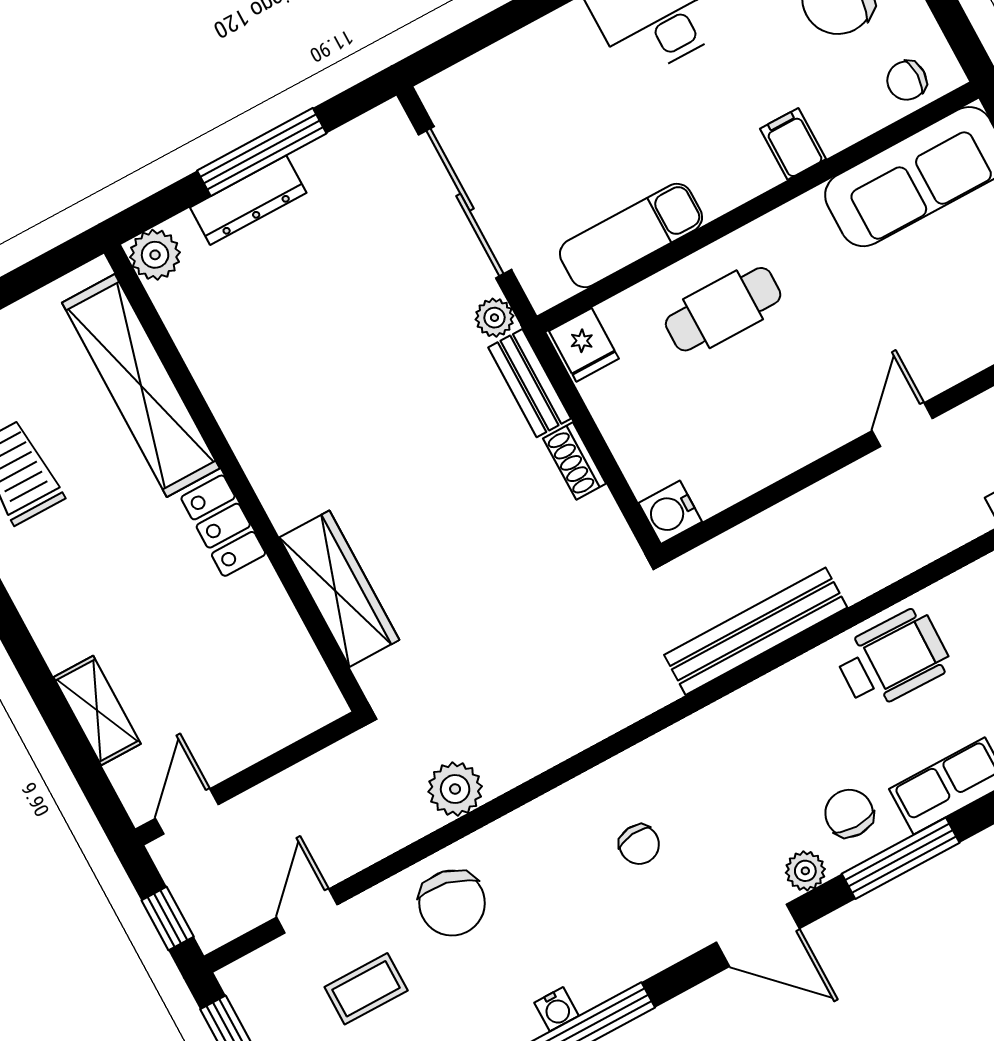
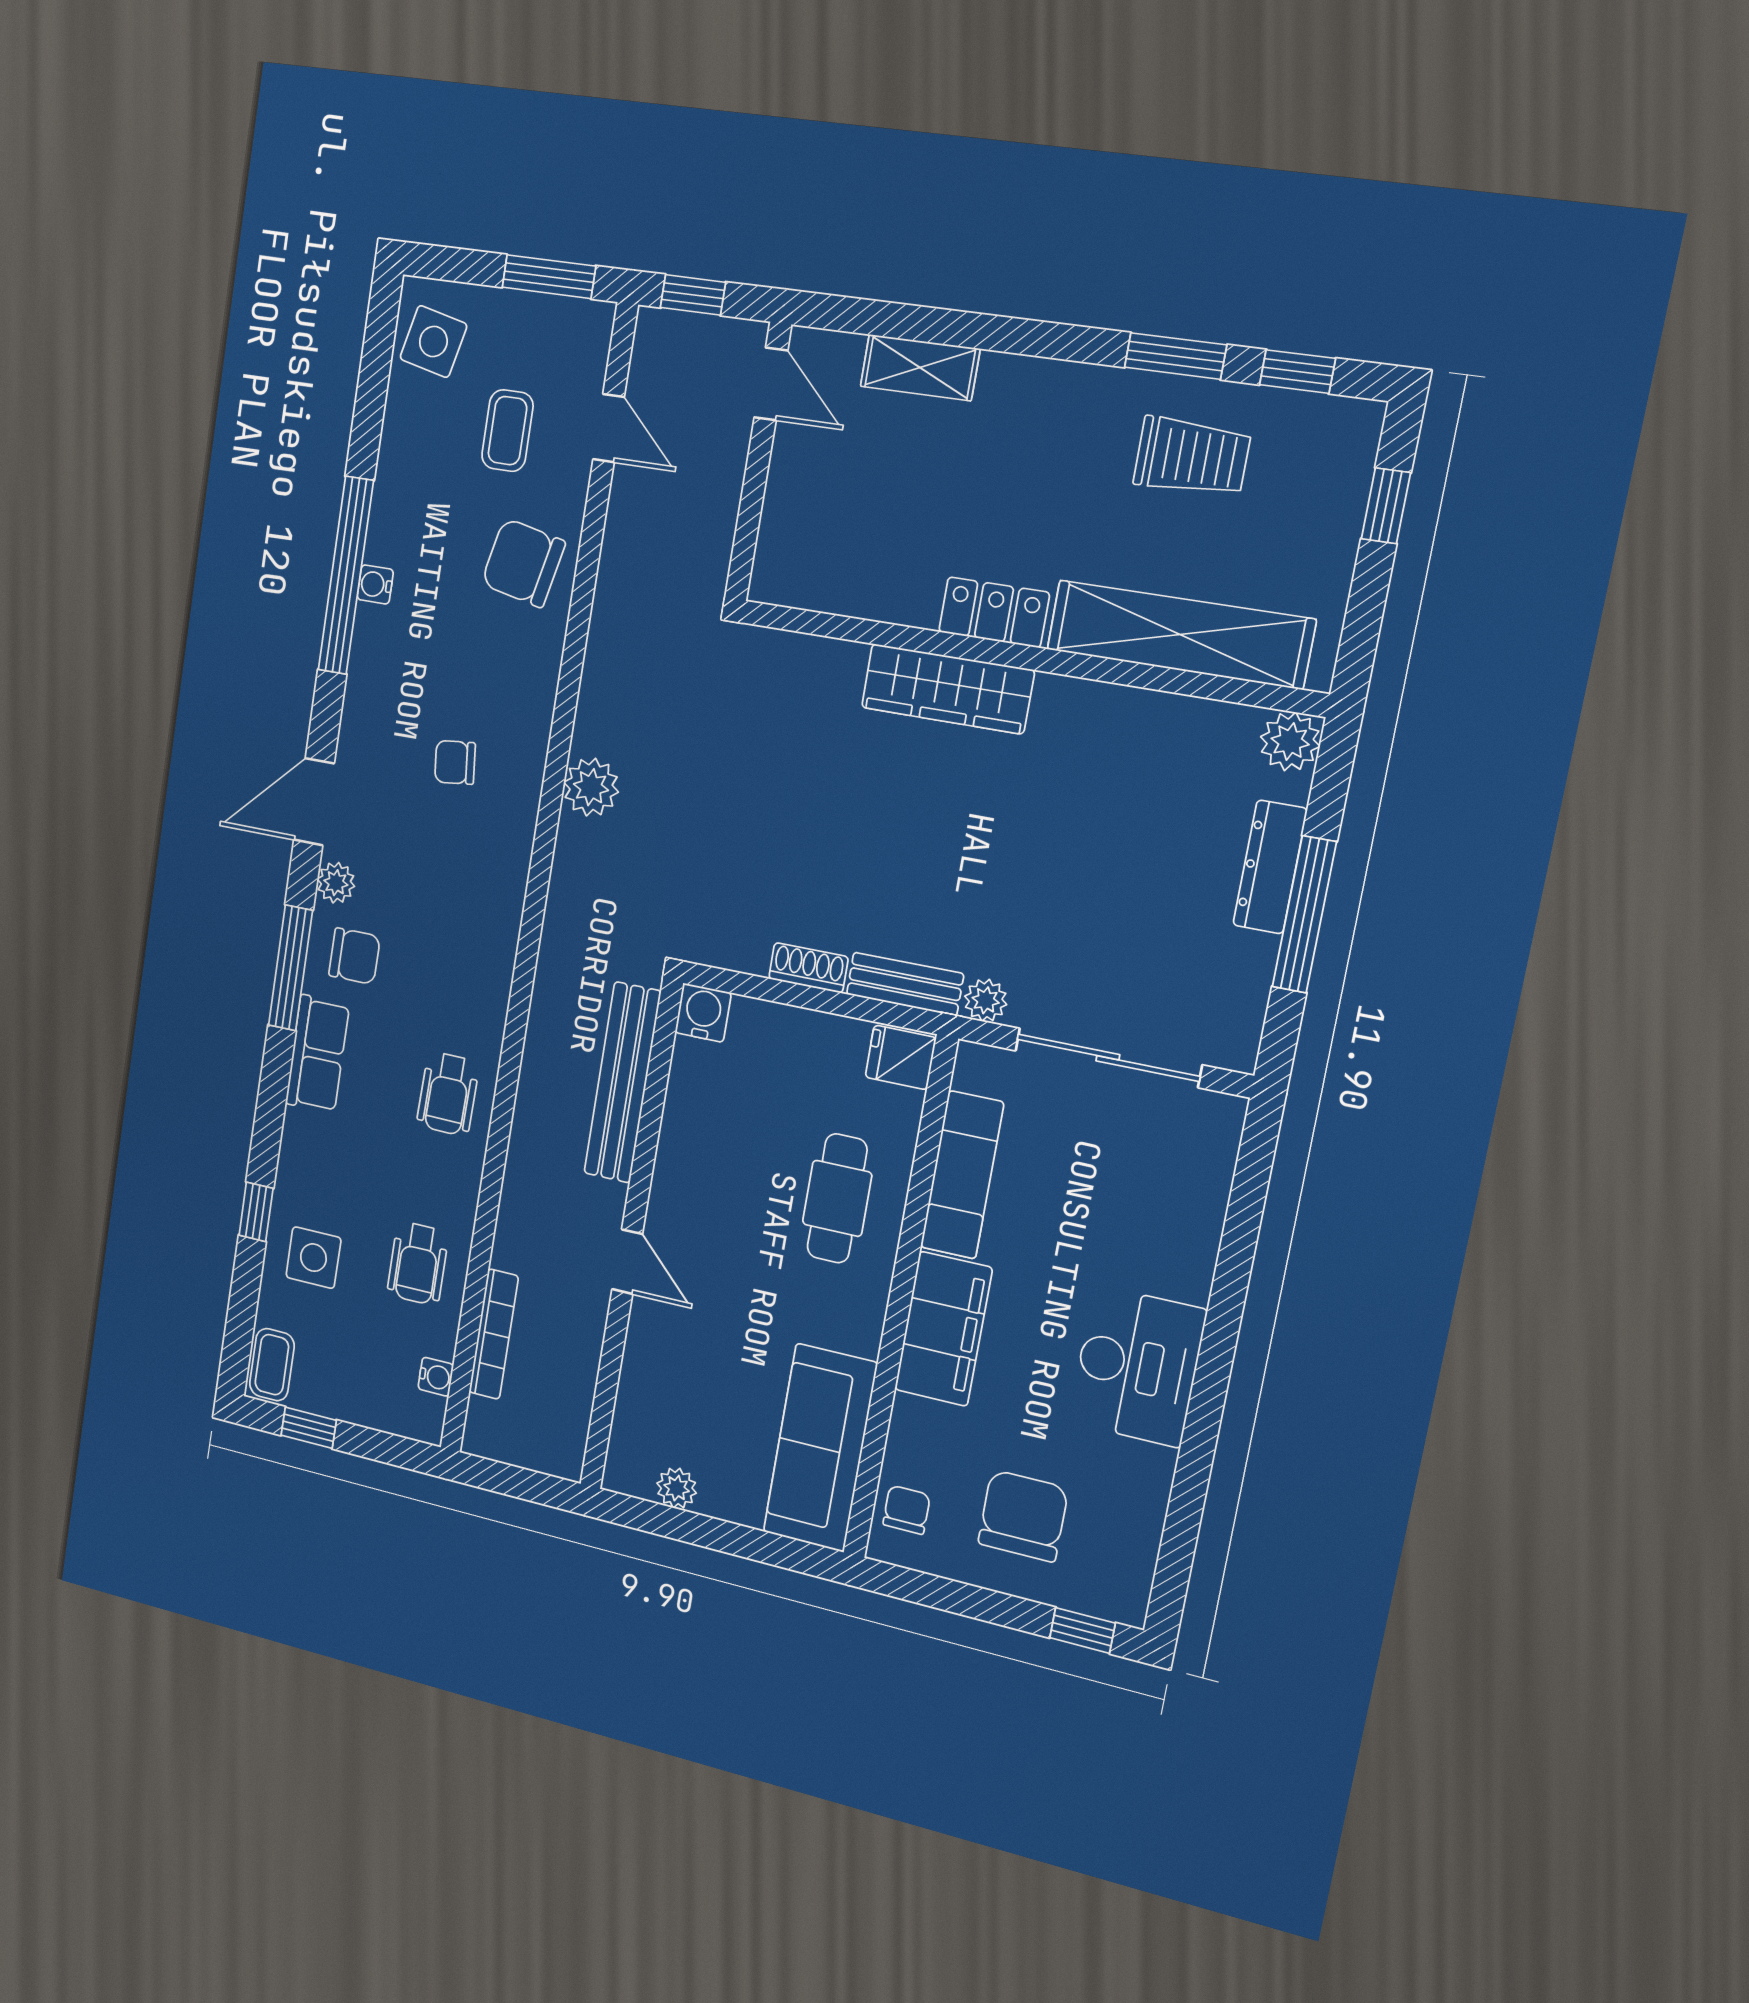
filing cabinet: (793, 144) -> (943, 1329), width x3.00, depth x1.17
wardrobe: (339, 589) -> (947, 689), moved
bench: (756, 631) -> (622, 1083), moved
wheelchair: (893, 659) -> (448, 1094), width x0.73, depth x0.73
plant: (455, 789) -> (591, 787), moved

